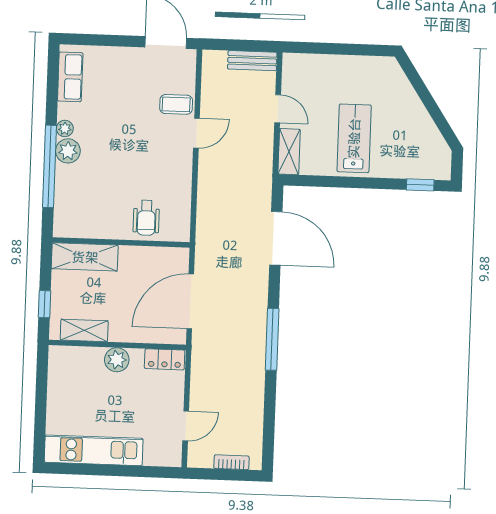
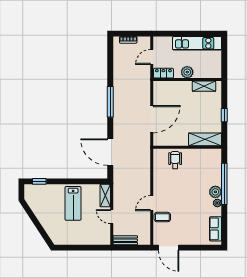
shelving: (84, 330) -> (204, 86), moved
wall: (117, 345) -> (187, 79), moved
locker: (165, 359) -> (163, 73), moved
plant: (117, 360) -> (187, 72), moved

